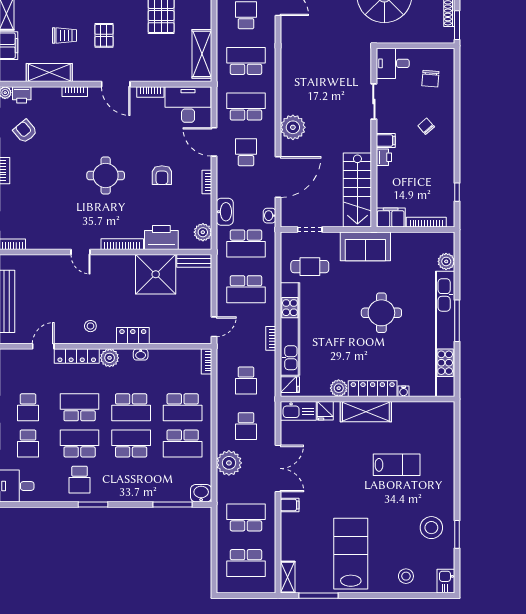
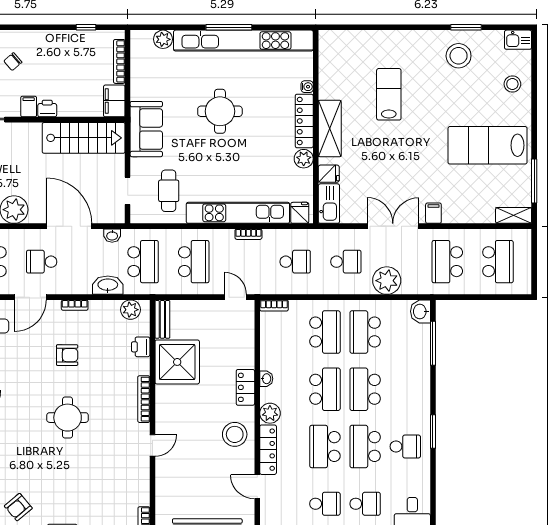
printer: (161, 237) -> (141, 347), width x0.53, depth x0.68
stool: (90, 326) -> (235, 434), width x1.89, depth x1.89
school desk: (183, 443) -> (365, 332), turned 180

